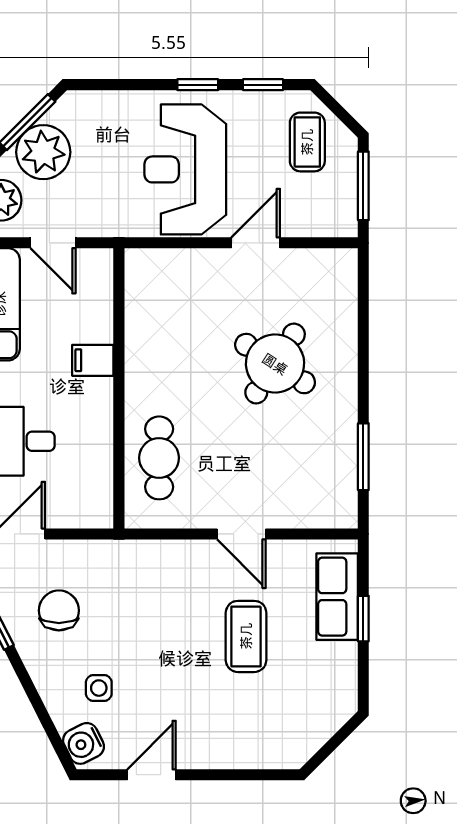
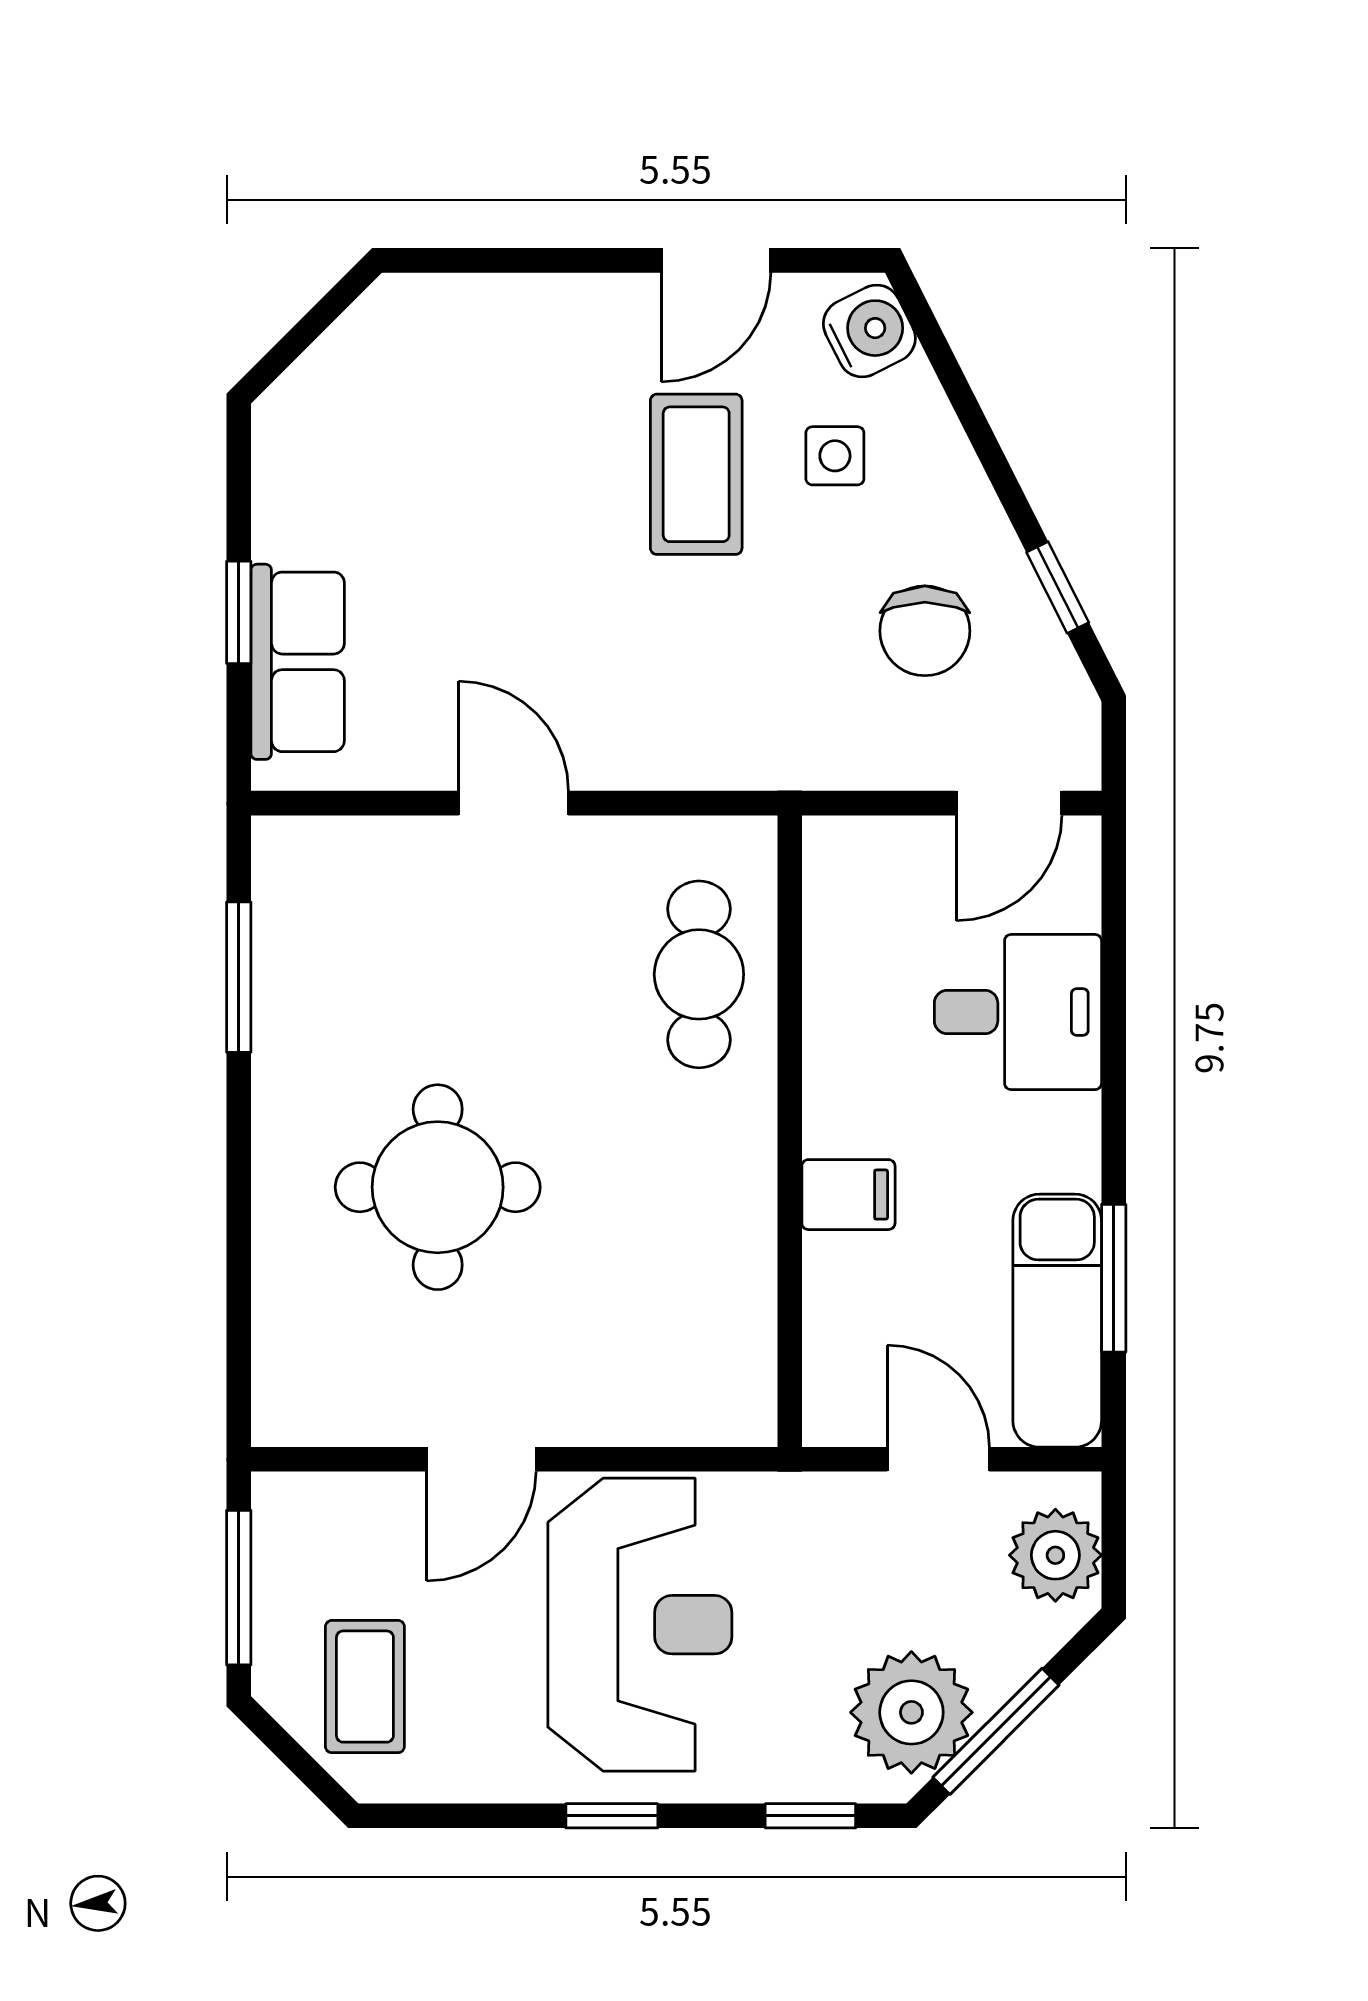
window: (263, 85) -> (810, 1816), moved
plant: (43, 152) -> (911, 1712), moved
round table: (275, 364) -> (438, 1187), turned -33
coffee table: (246, 636) -> (696, 474), moved

